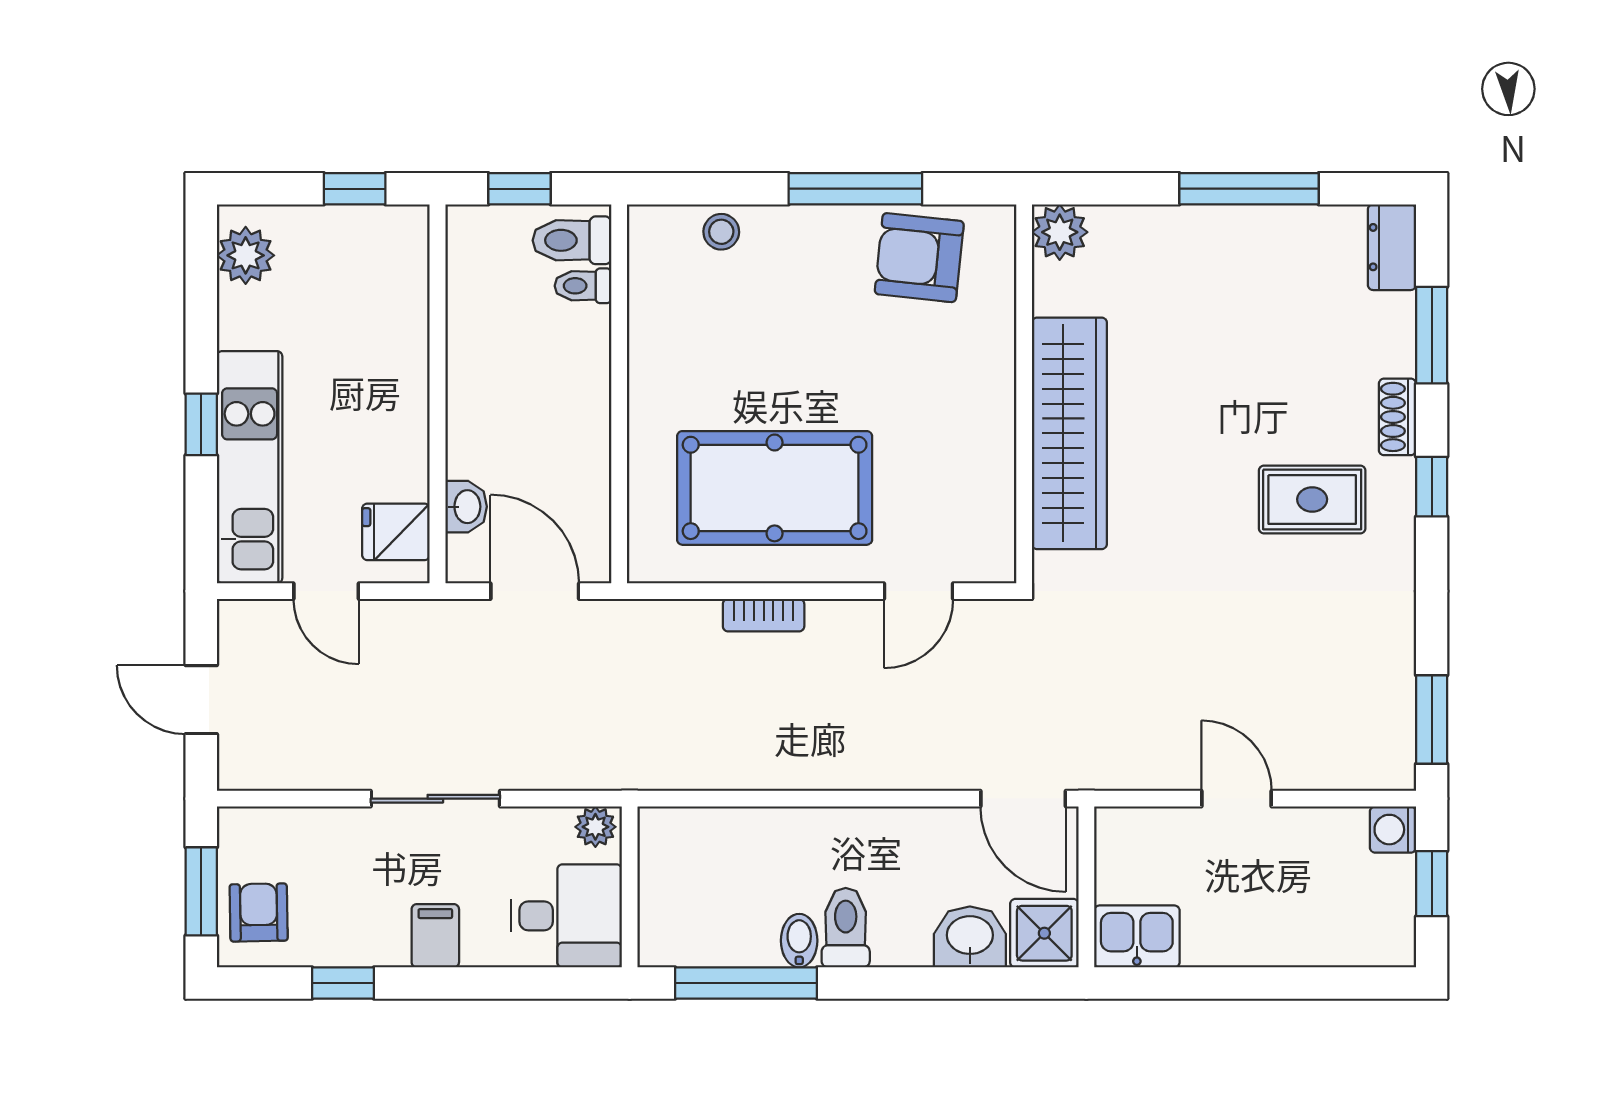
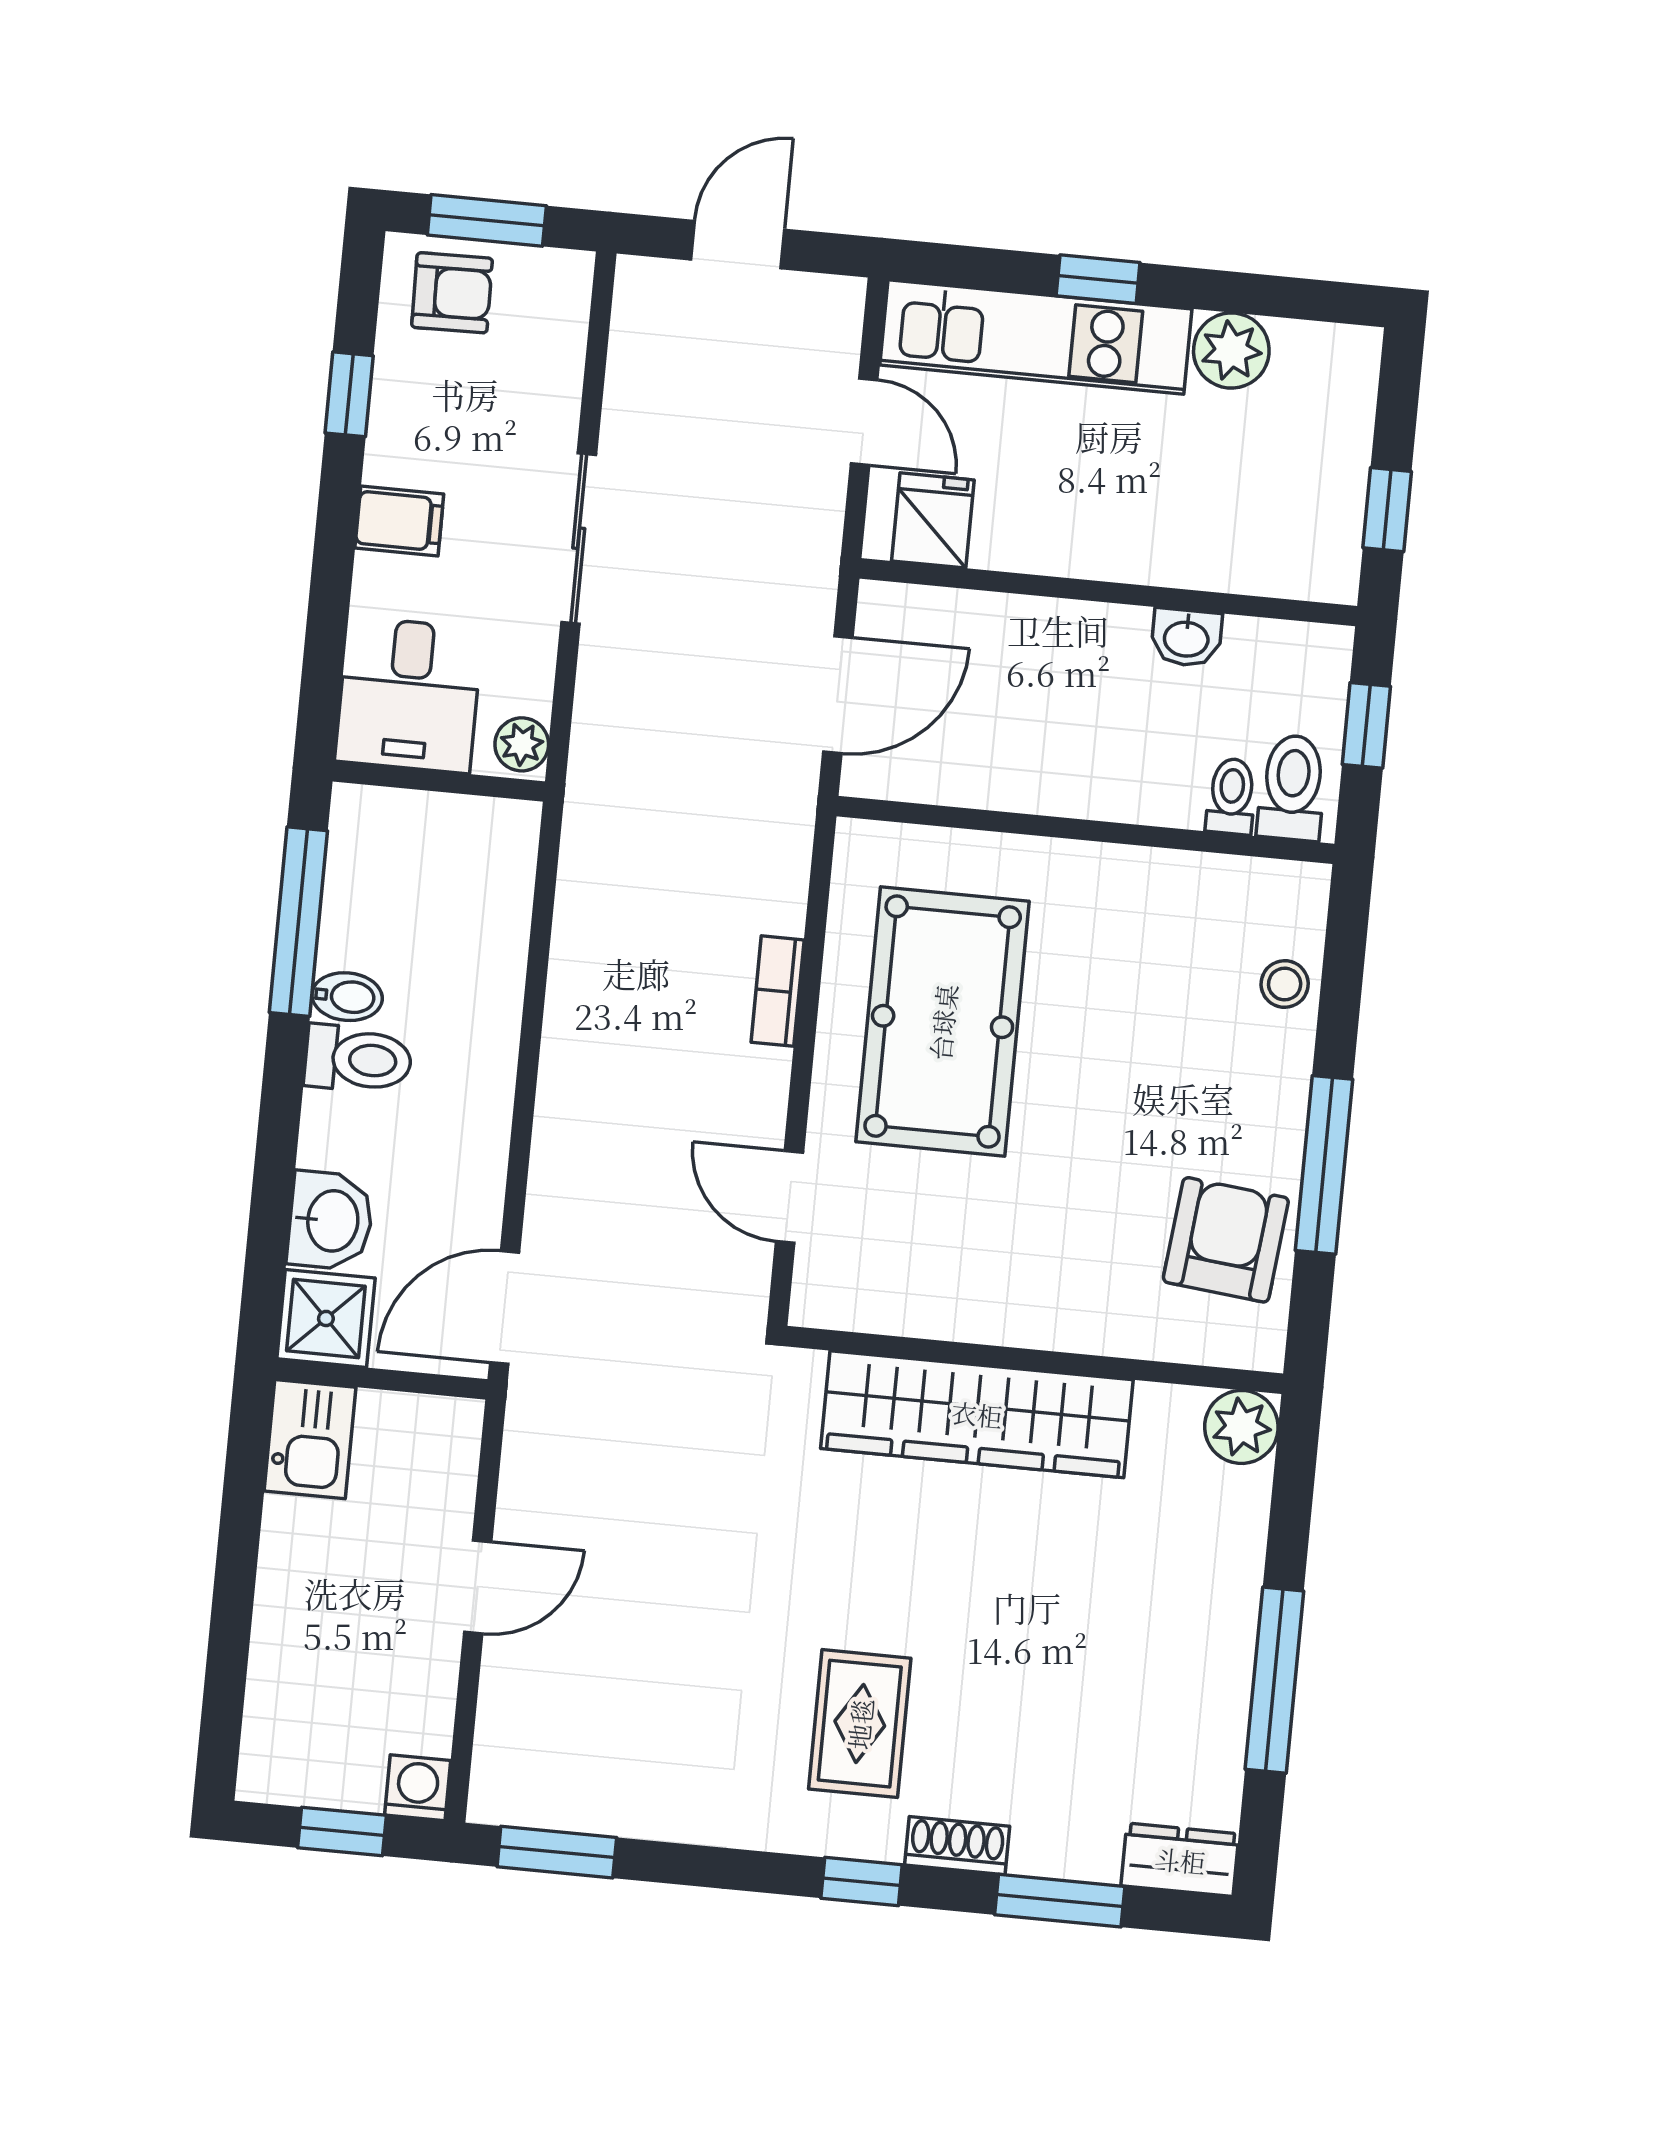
plant: (246, 255) -> (1231, 351), moved
washbasin: (466, 507) -> (1186, 638), moved
door: (326, 591) -> (864, 422), swing flipped

